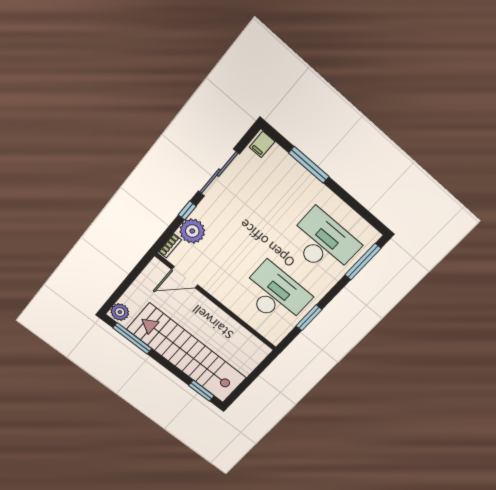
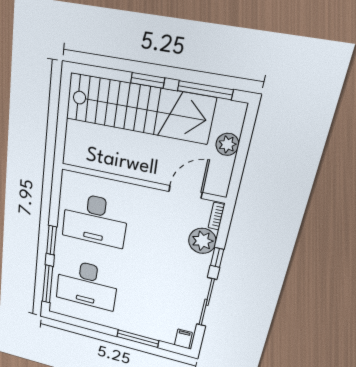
plant: (120, 312) -> (227, 144), moved
window: (309, 318) -> (51, 240), moved
window: (201, 391) -> (148, 80), moved

